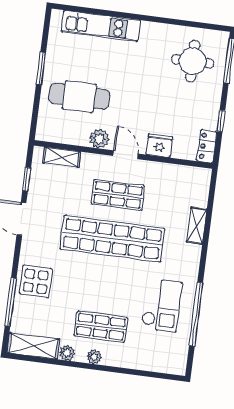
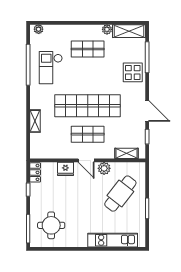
cafe table: (79, 96) -> (120, 194), turned -52
plant: (94, 357) -> (39, 29), moved

